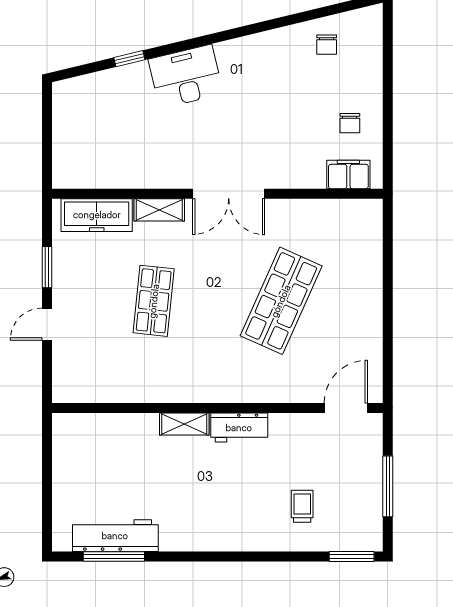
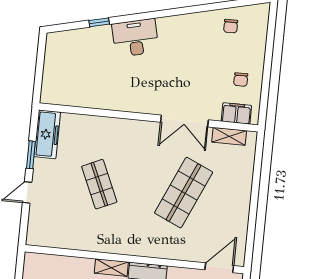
double door: (229, 194) -> (184, 121), moved
shelving: (159, 210) -> (229, 136), moved
freezer: (97, 215) -> (47, 134), moved, turned -90
shop shelf: (154, 301) -> (99, 184), turned -30

